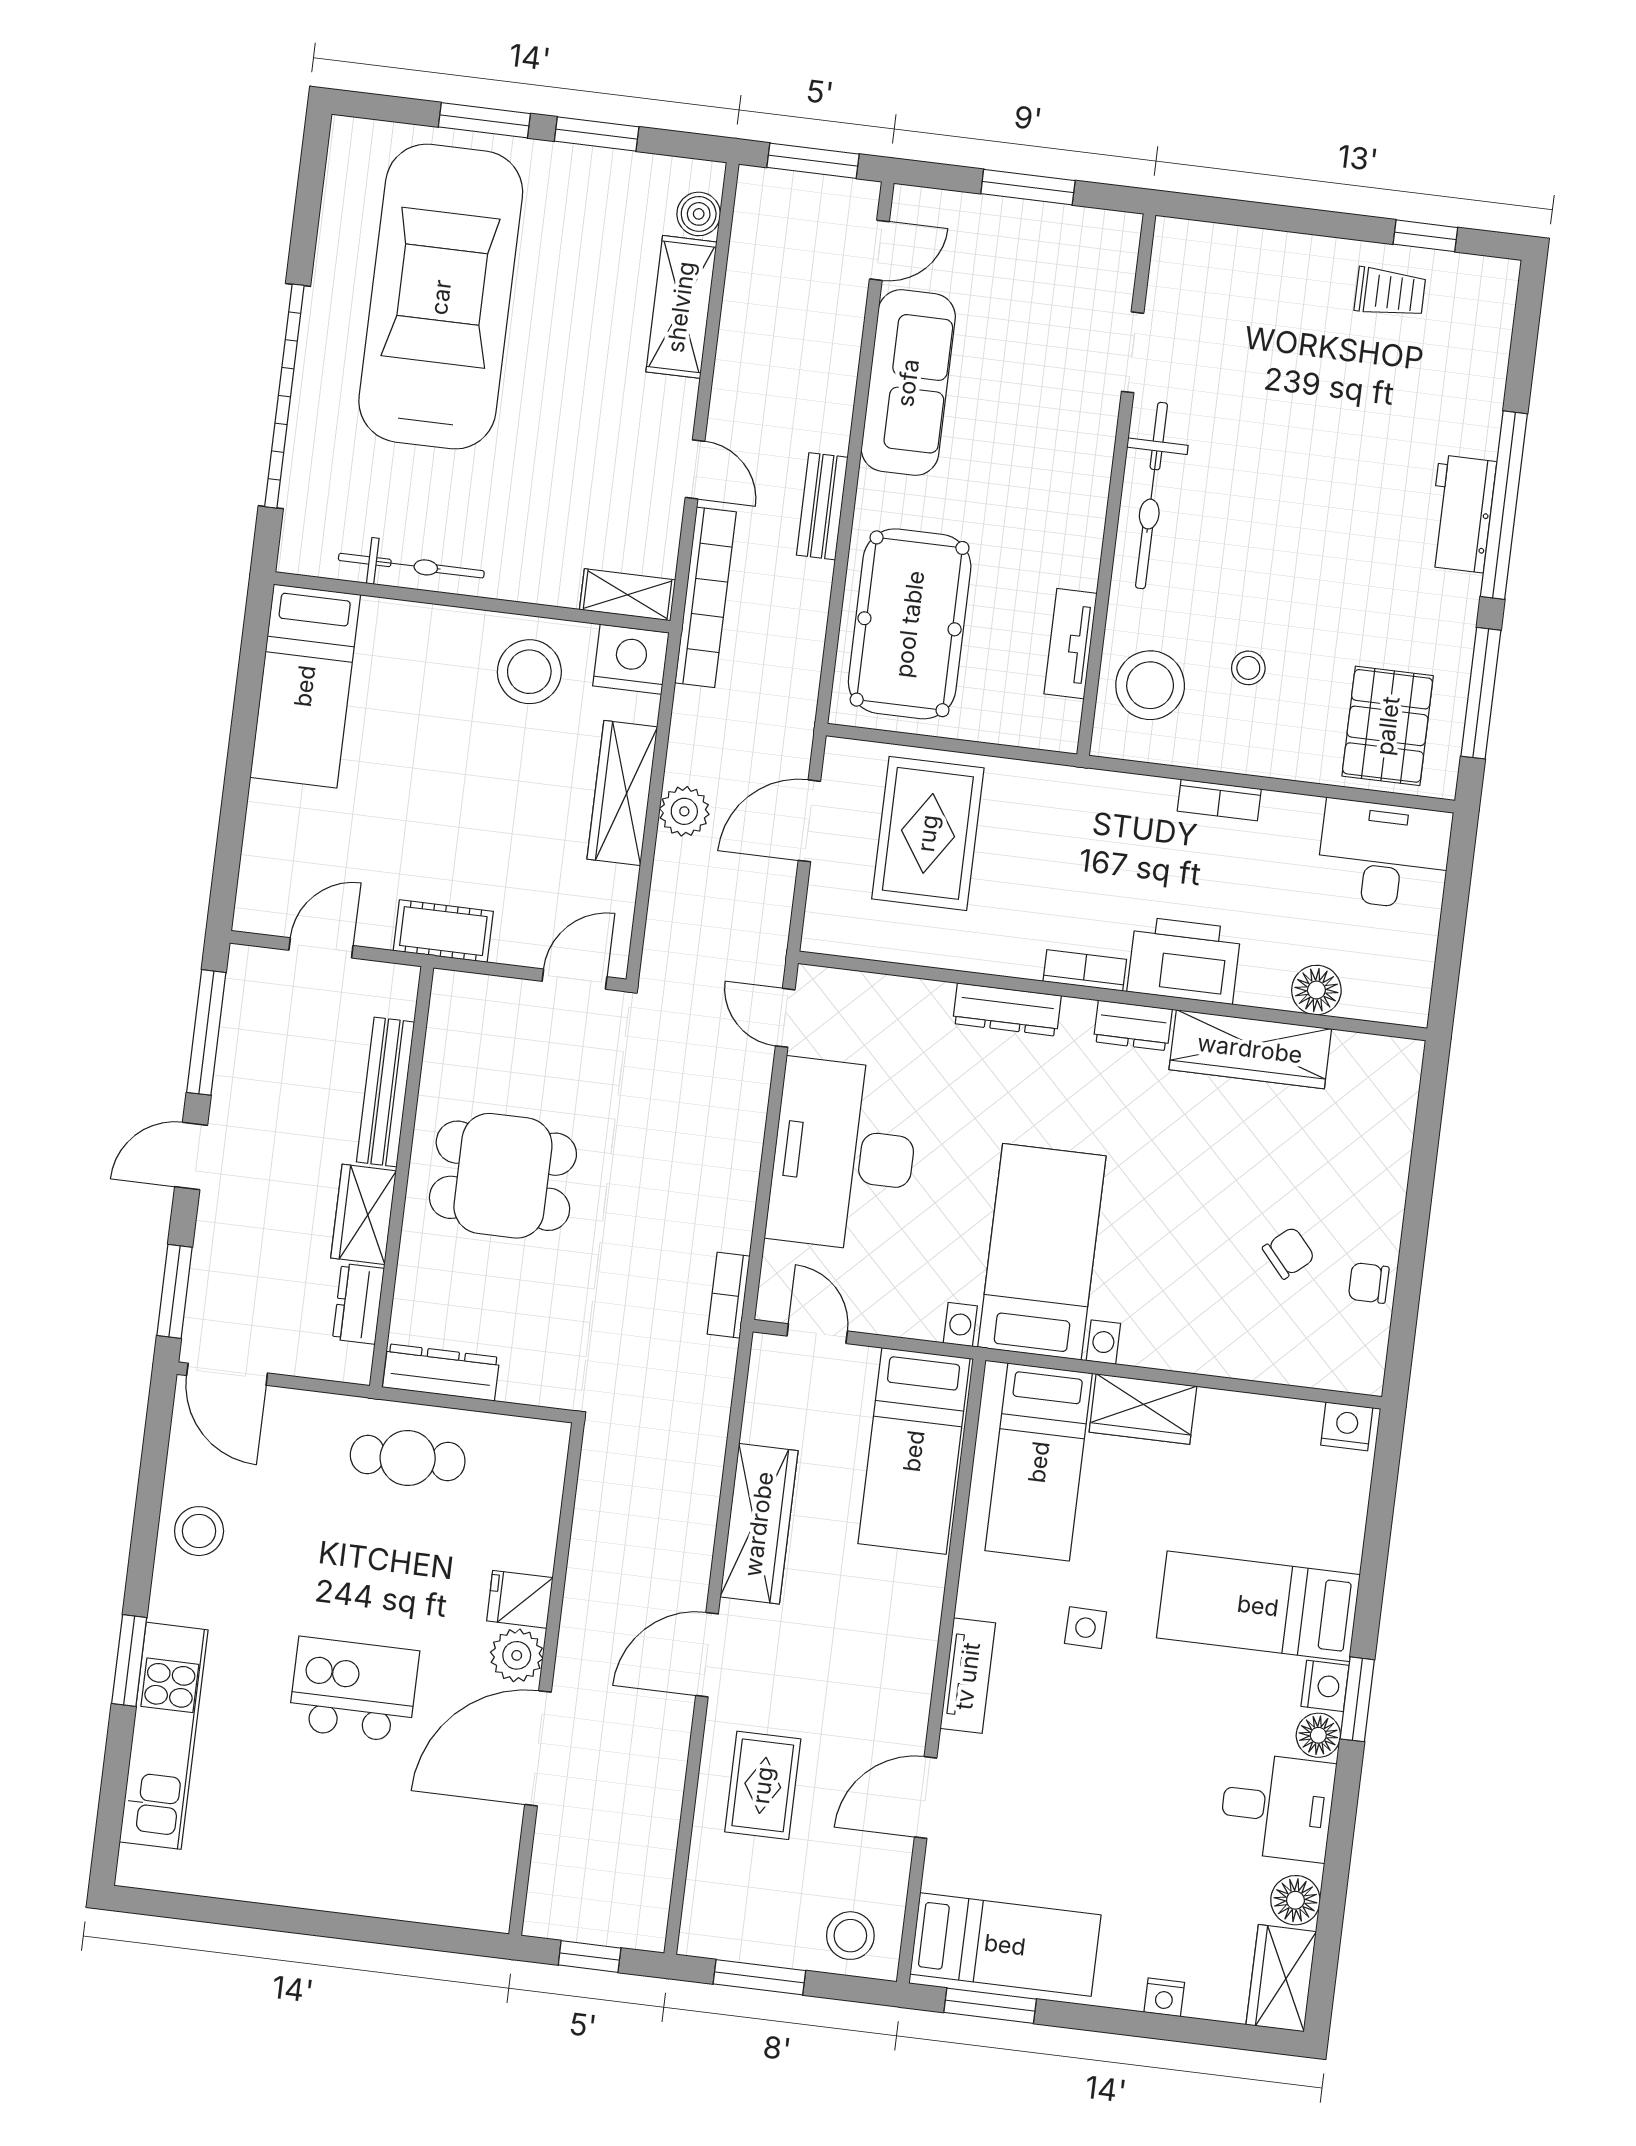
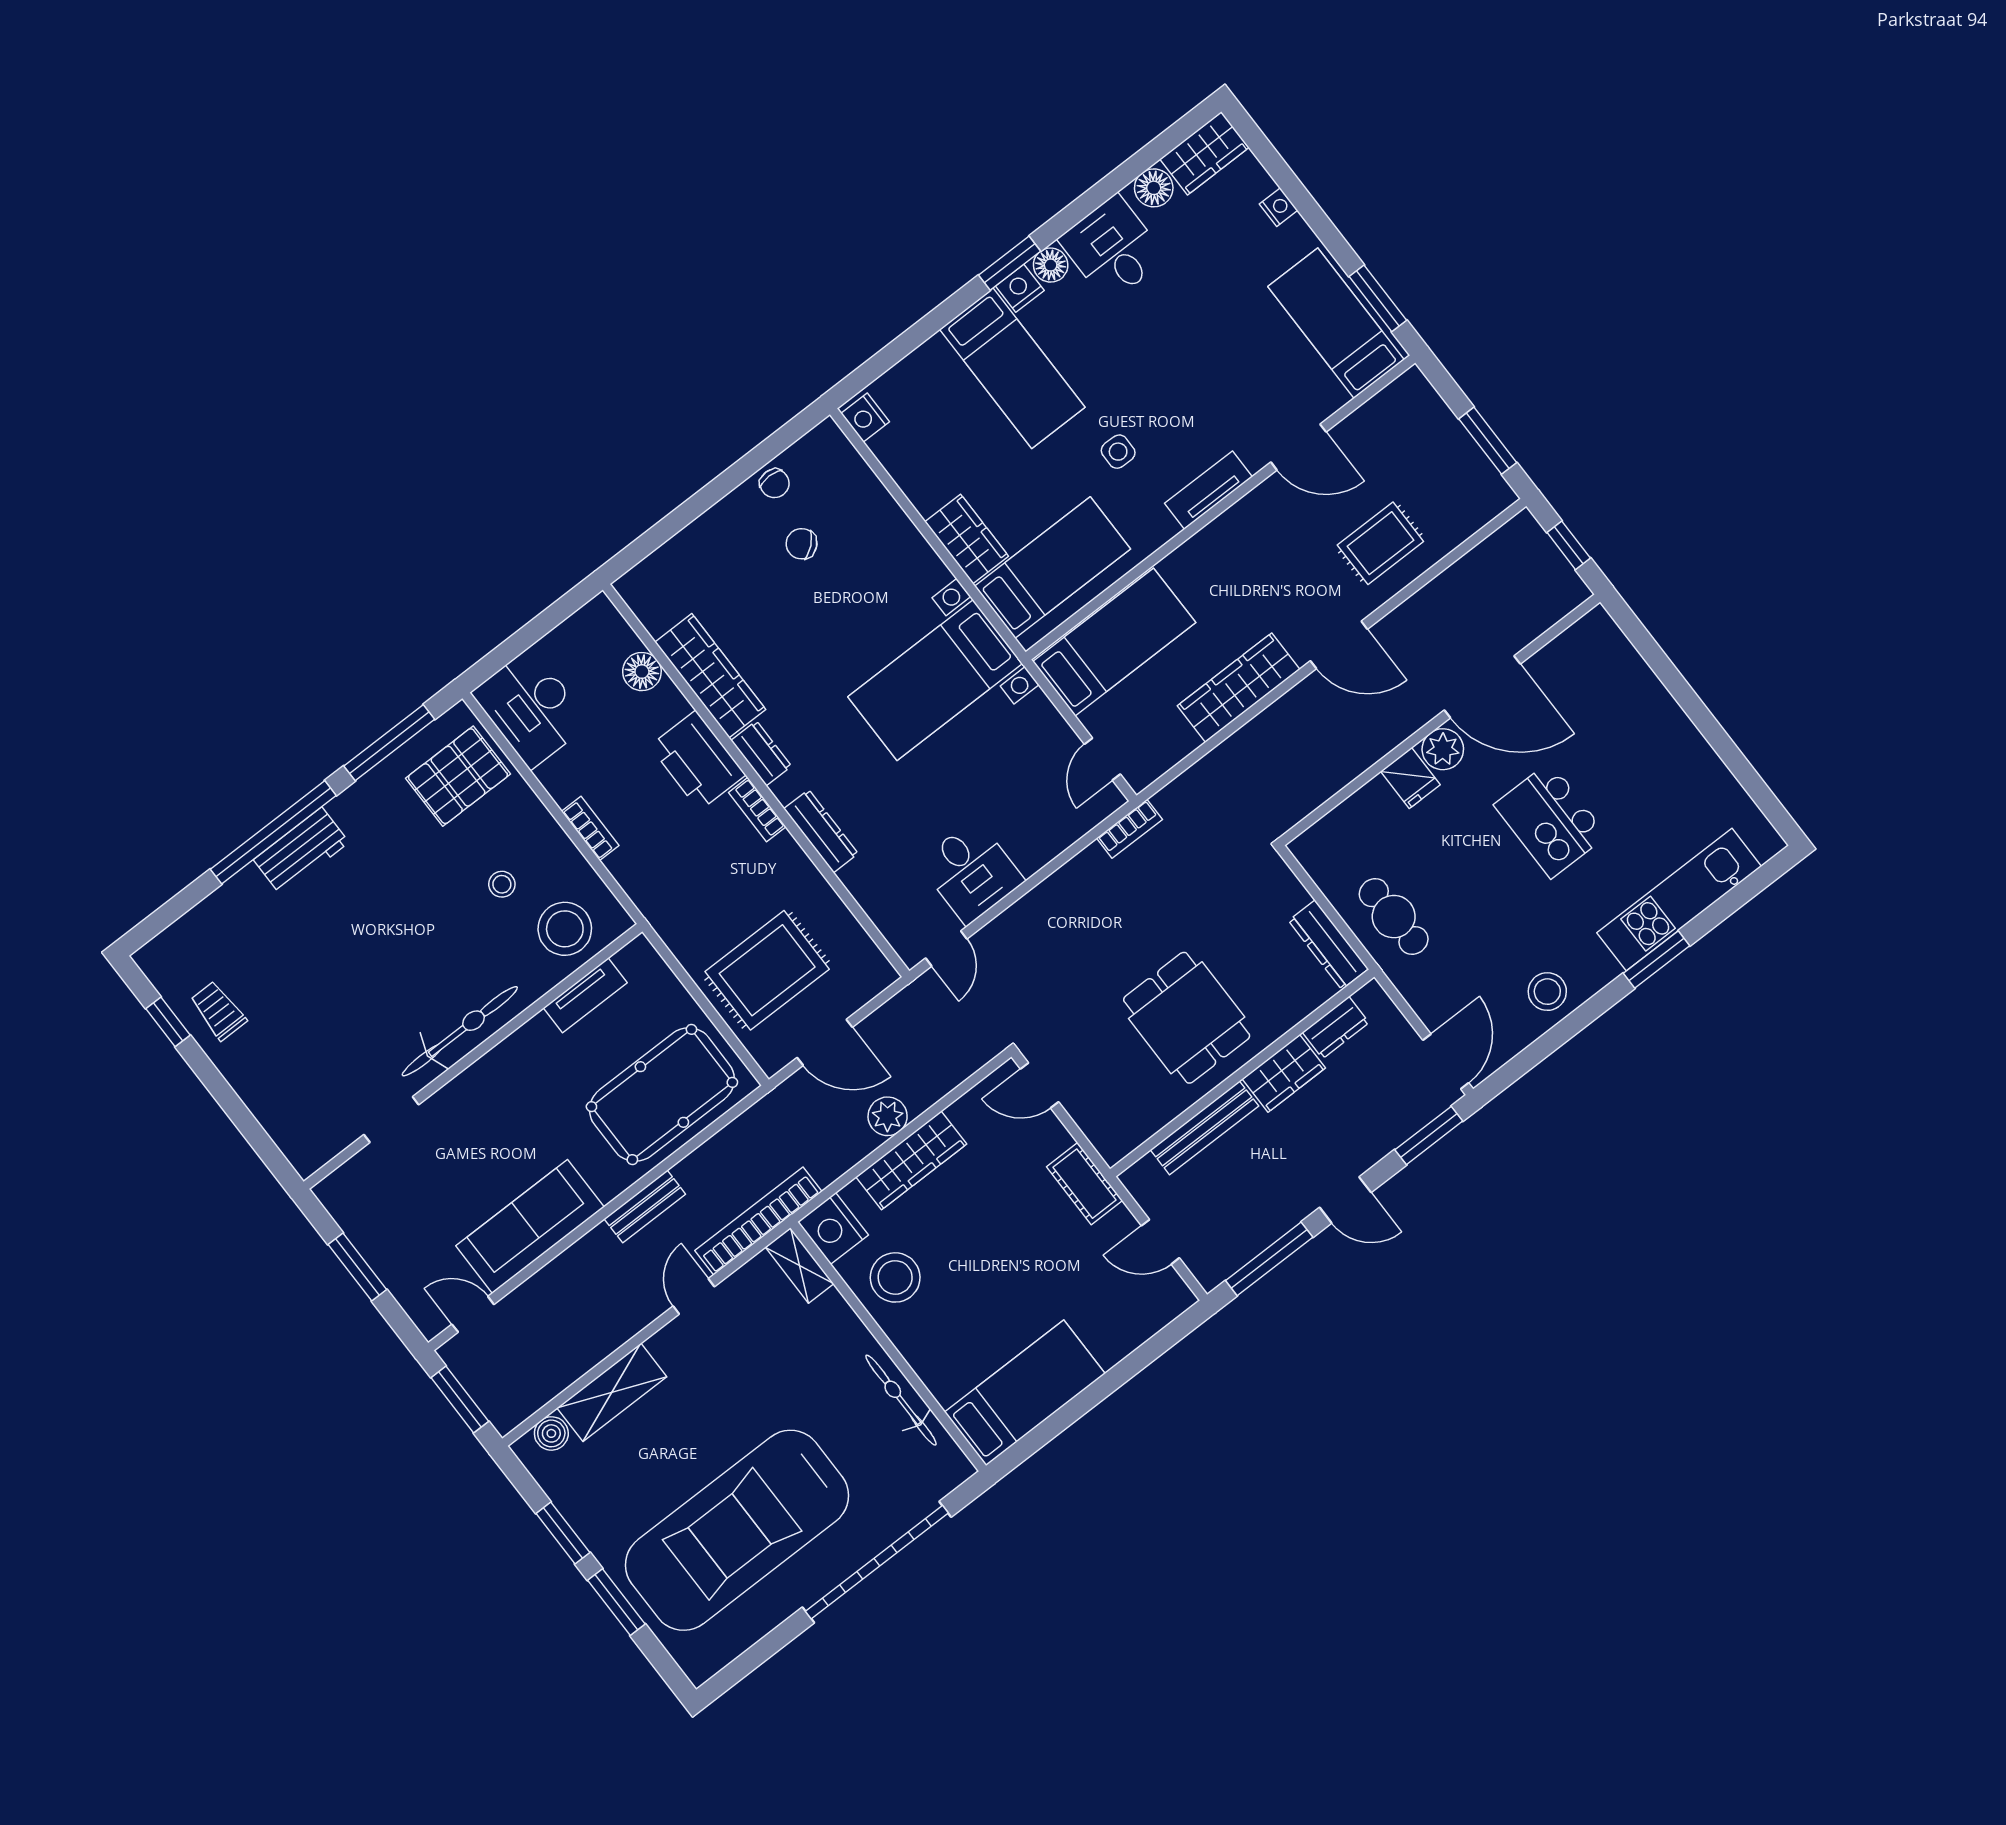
desk: (844, 1155) -> (971, 872), width x0.53, depth x0.77
stool: (850, 1936) -> (1415, 413), removed

